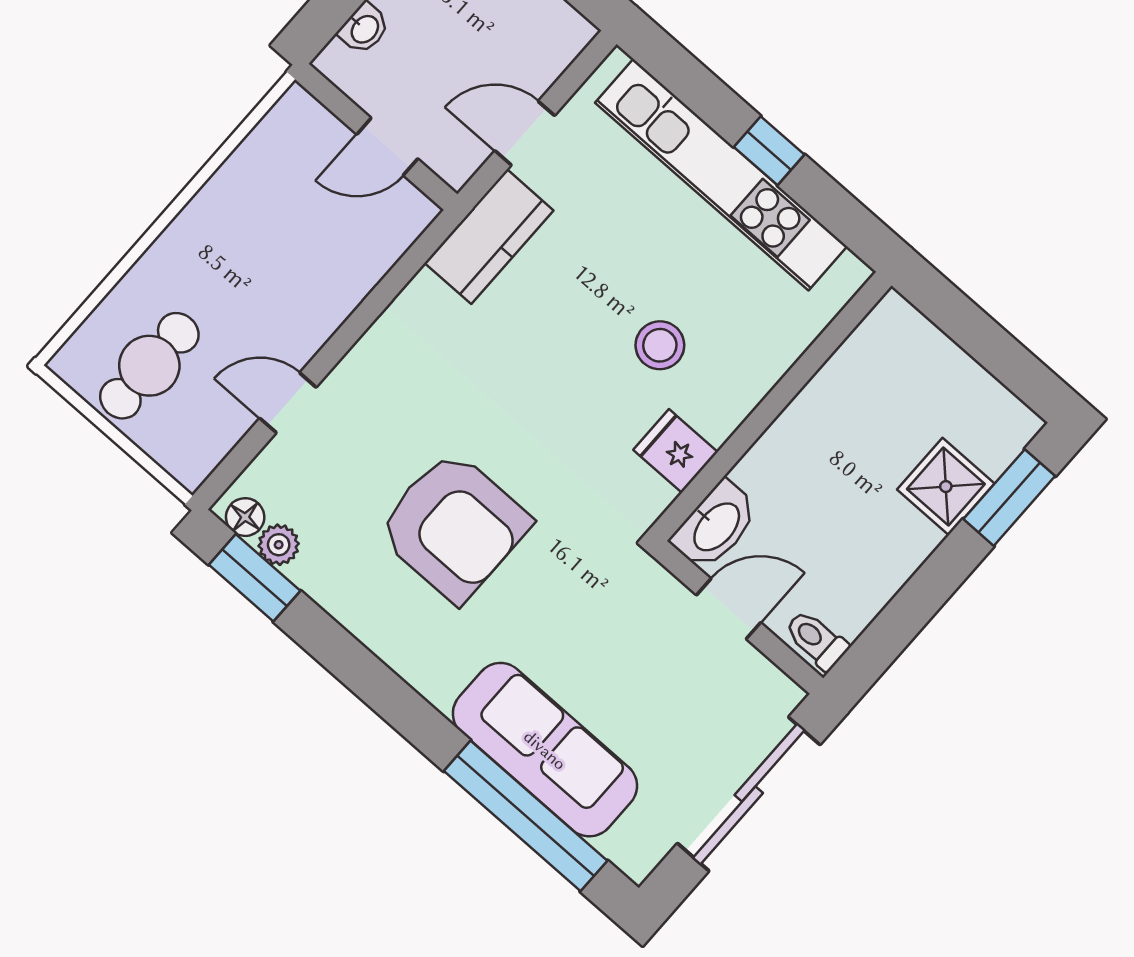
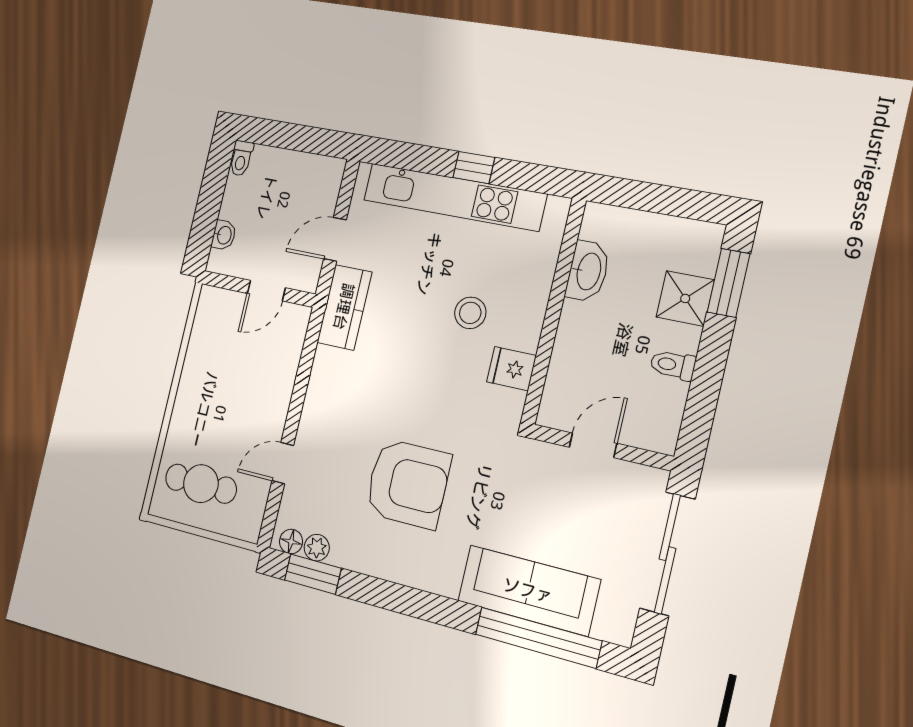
cafe table: (149, 366) -> (201, 484), turned 90
washbasin: (715, 526) -> (588, 271), moved
toilet: (816, 640) -> (673, 365), moved

